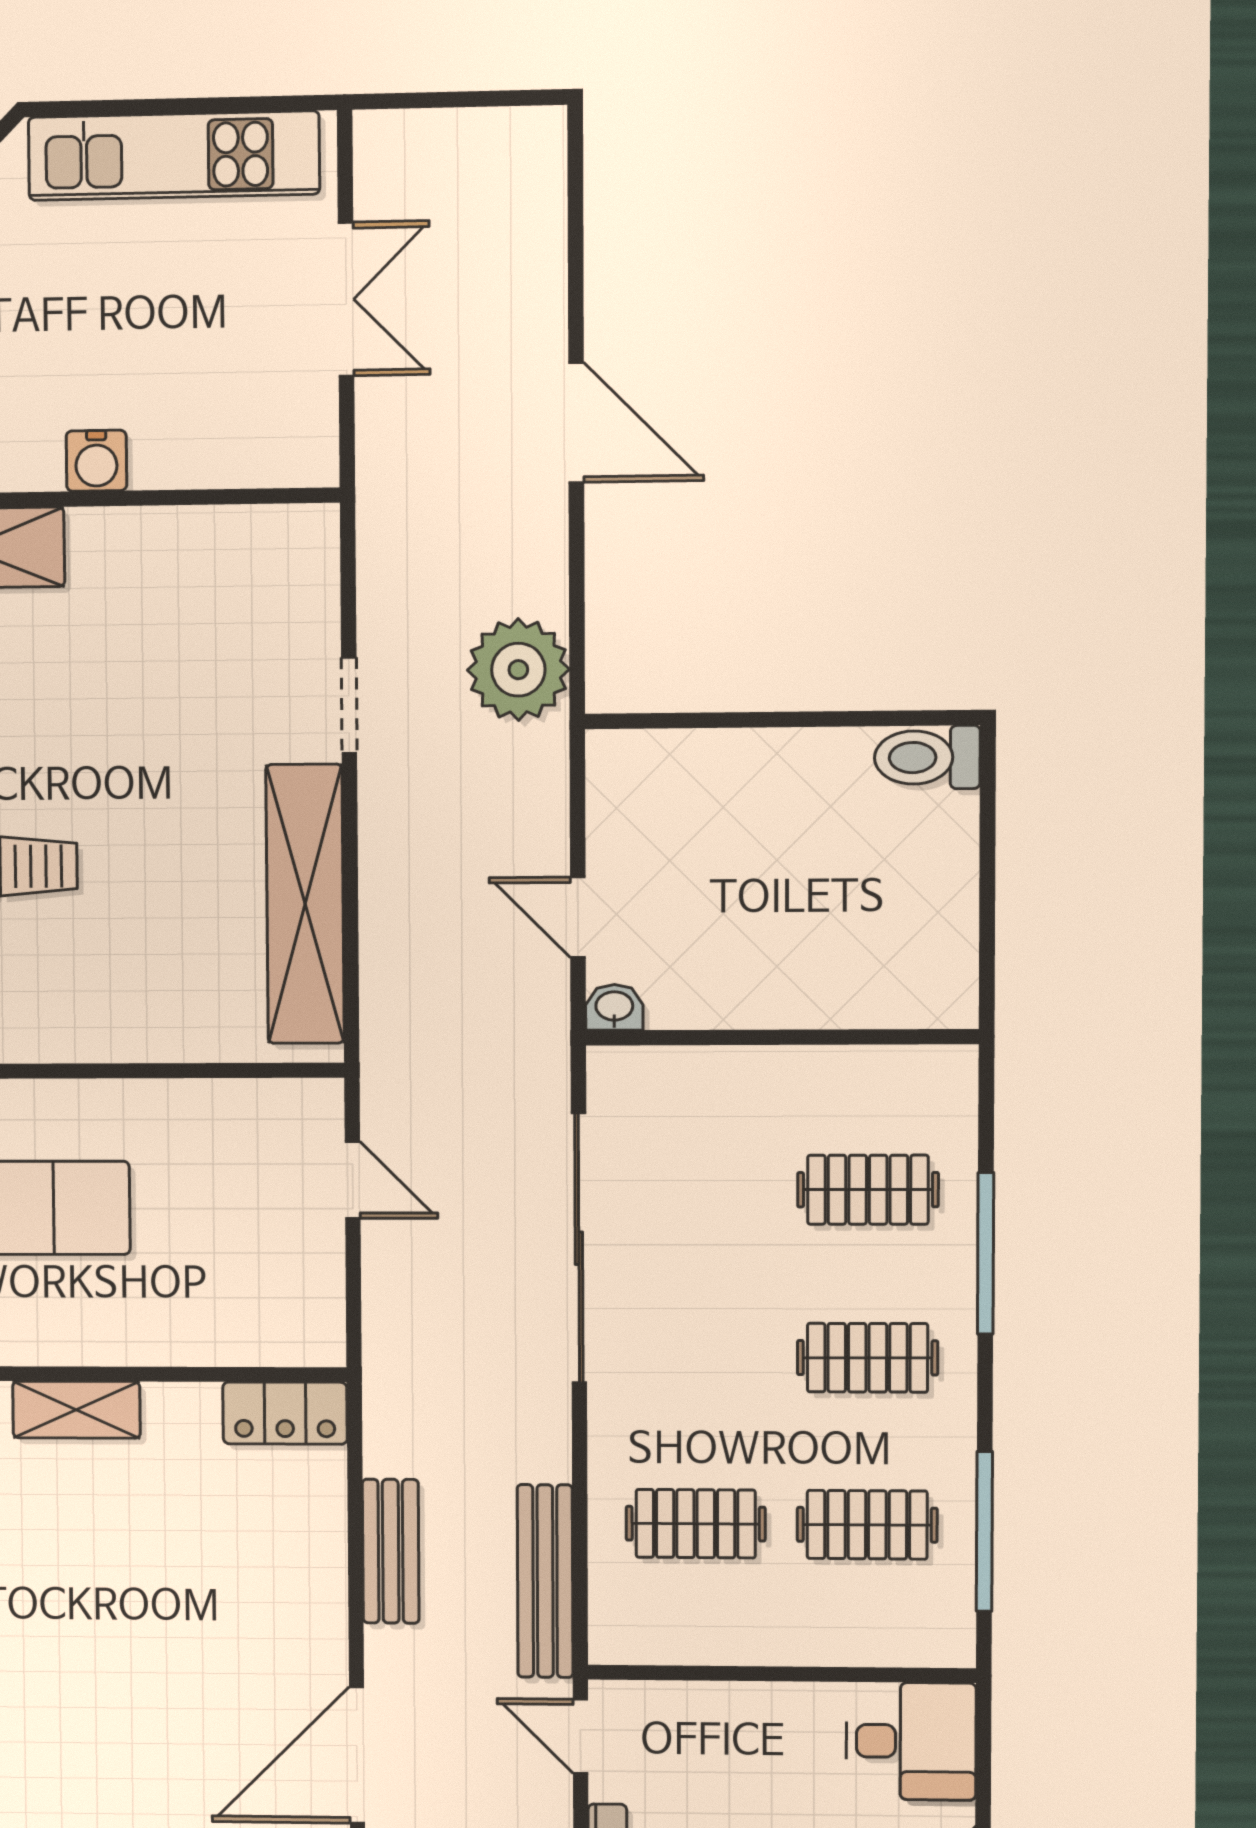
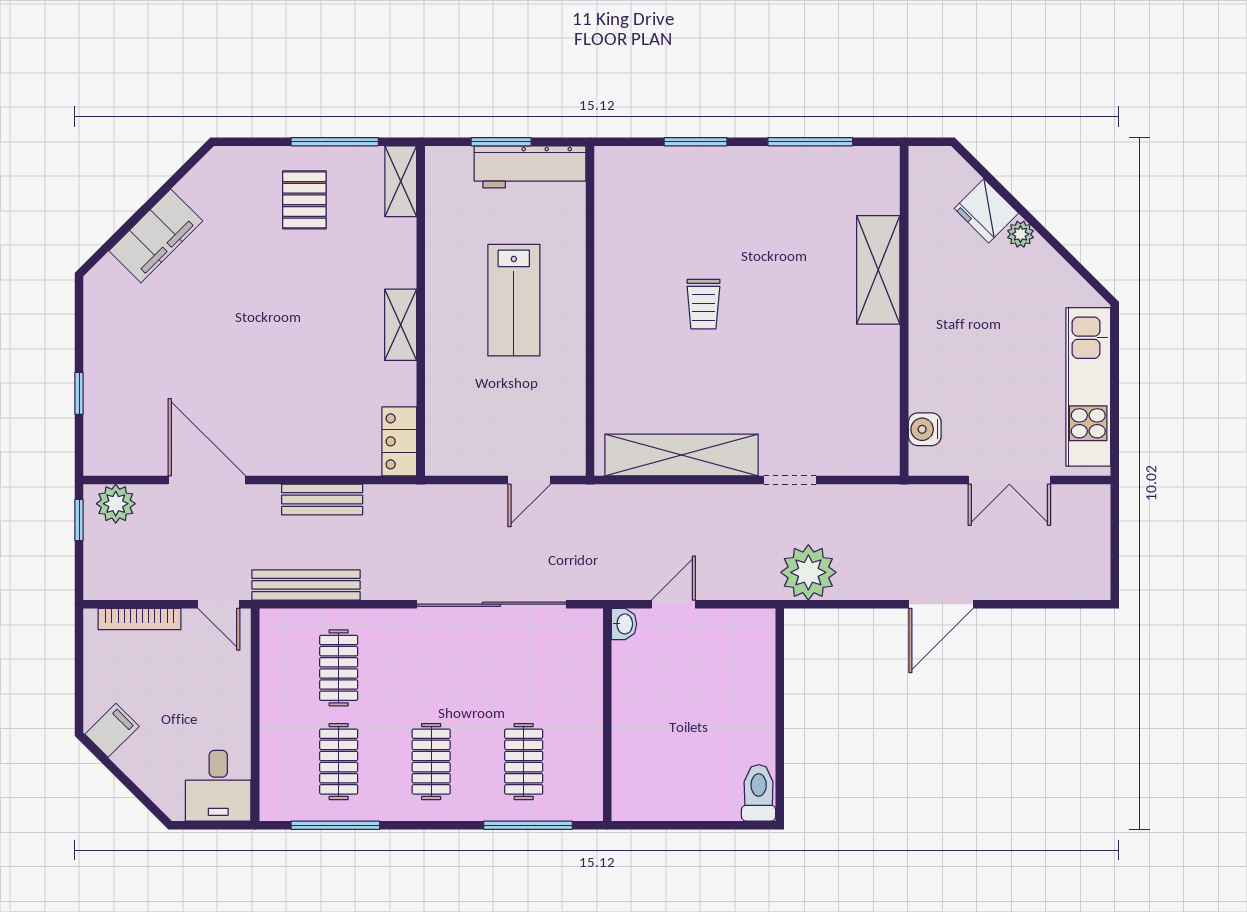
water cooler: (96, 461) -> (925, 429), moved
window: (986, 1253) -> (528, 825), moved
door: (581, 1736) -> (219, 604), swing flipped

